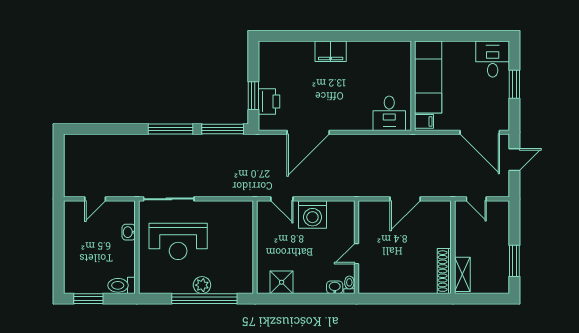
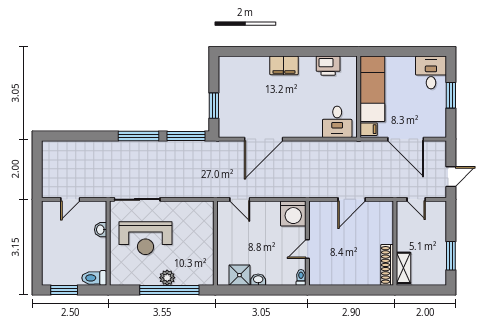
printer: (269, 102) -> (328, 66), moved, turned 90
door: (480, 132) -> (406, 139), moved
door: (514, 160) -> (451, 177), moved
washing machine: (312, 214) -> (293, 214), moved
washbasin: (335, 287) -> (258, 280), moved

